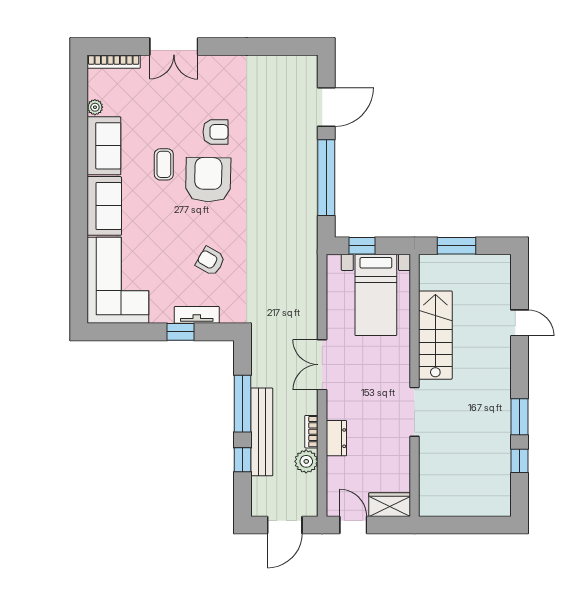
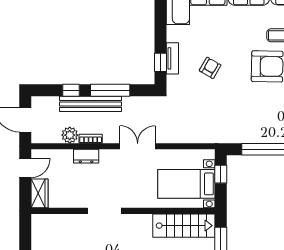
window: (181, 332) -> (161, 62), moved
stairs: (435, 335) -> (184, 226), moved

